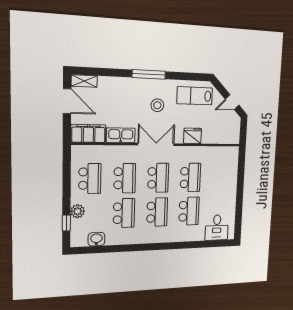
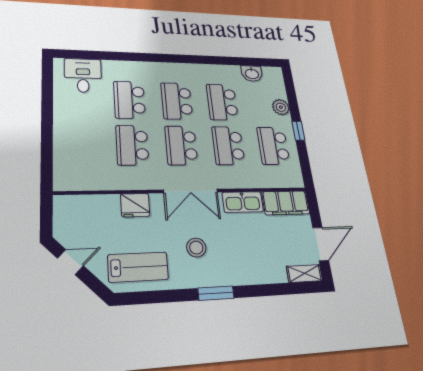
window: (149, 74) -> (216, 293), width x0.69
door: (67, 101) -> (321, 244), swing flipped
window: (66, 223) -> (298, 131), moved

